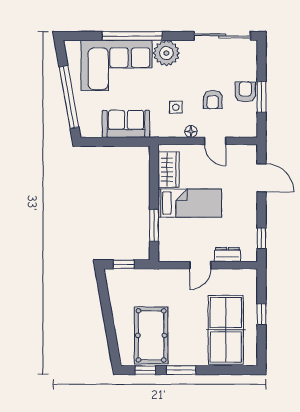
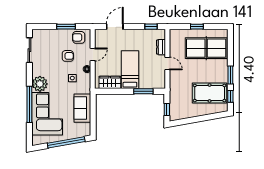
sliding door: (222, 36) -> (29, 50), width x0.73
armchair: (245, 92) -> (79, 37), moved

